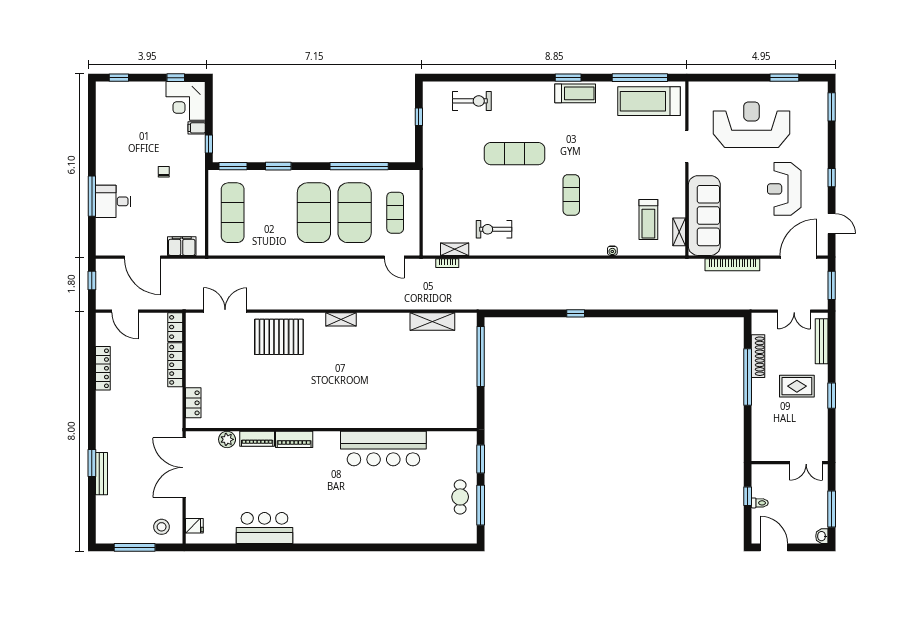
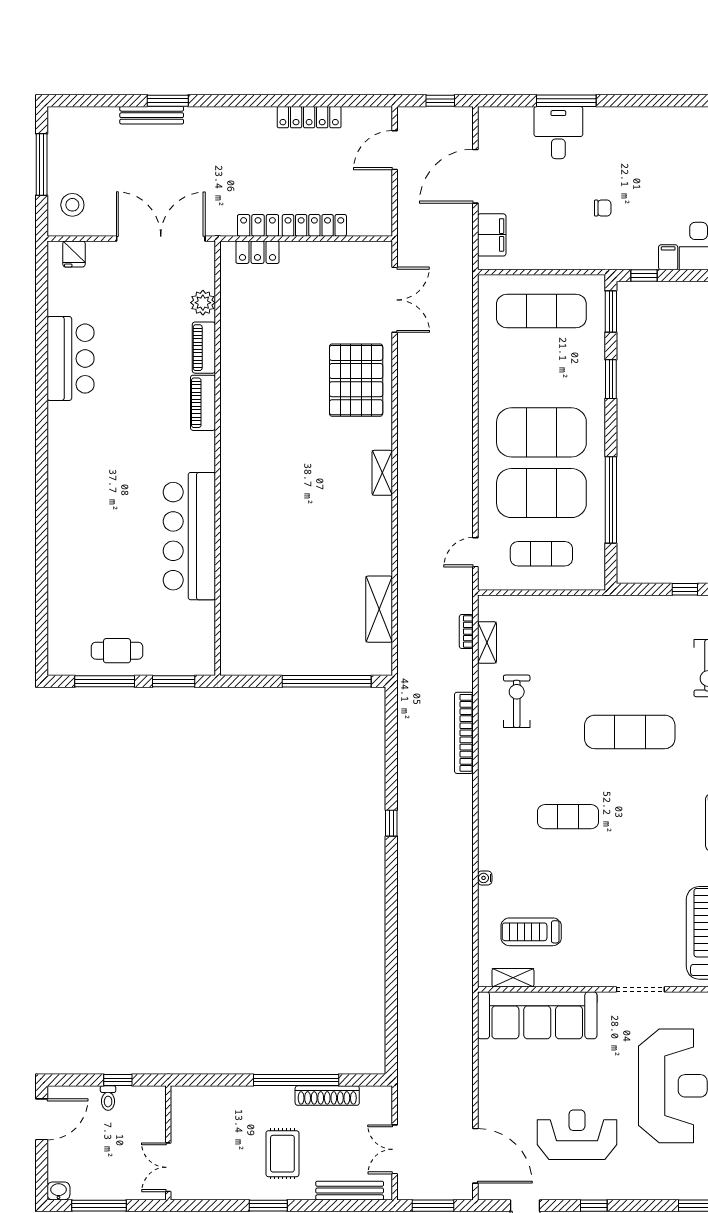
exercise mat: (515, 154) -> (630, 732), turned 90
bookcase: (732, 265) -> (464, 733), moved
locker: (175, 327) -> (258, 225), moved

